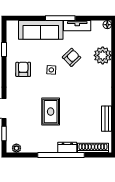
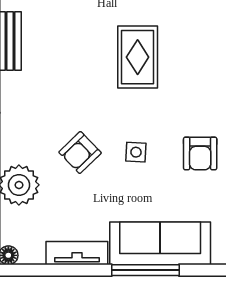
window: (60, 18) -> (145, 270), moved
armchair: (72, 57) -> (80, 153), moved

